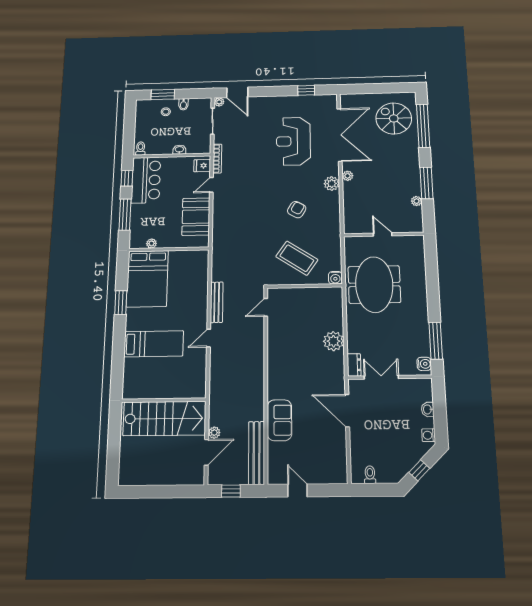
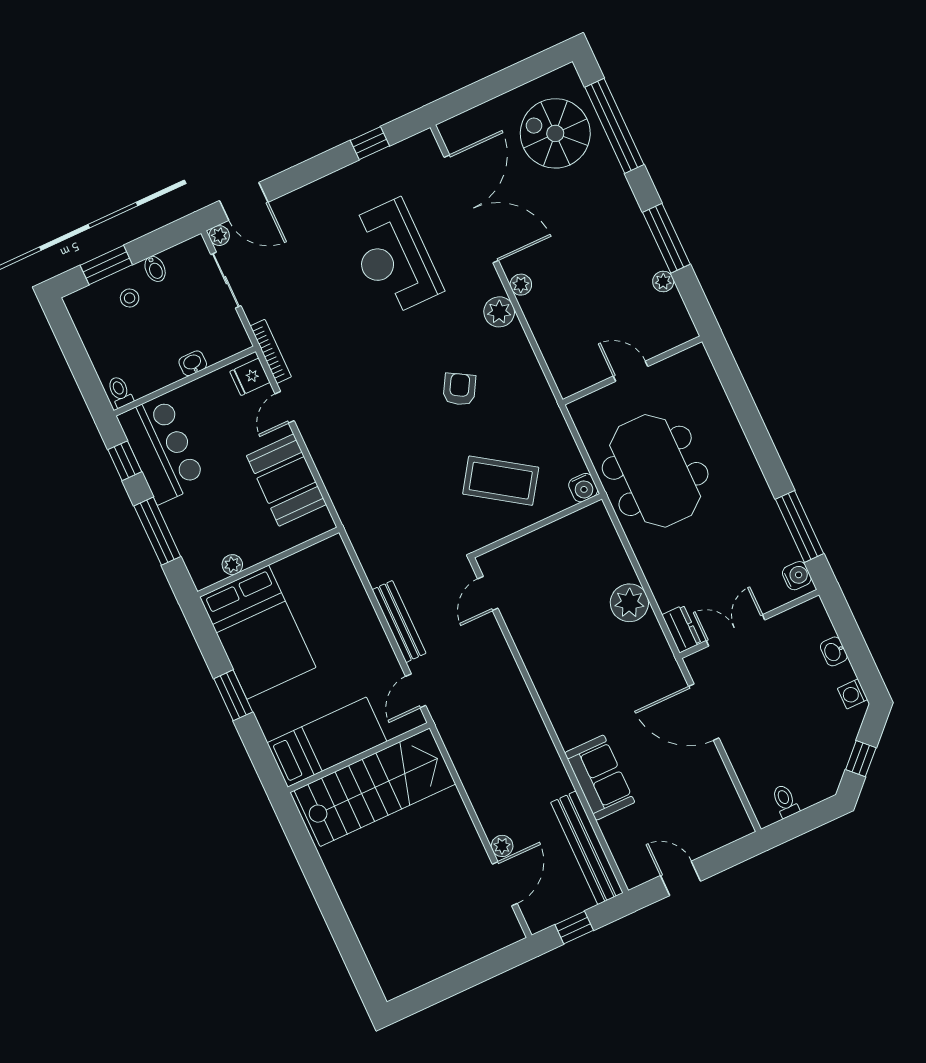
wall: (164, 400) -> (359, 758), moved
stairs: (164, 418) -> (375, 787), moved

